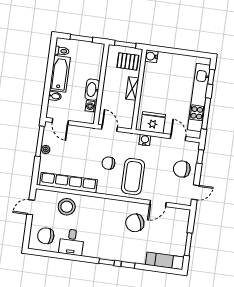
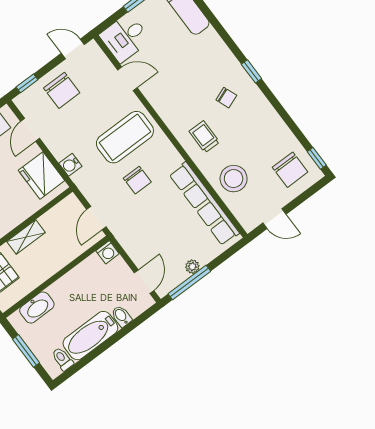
washbasin: (92, 90) -> (37, 307), moved
washing machine: (91, 106) -> (107, 252), moved
trolley: (98, 212) -> (204, 137), added
chair: (135, 223) -> (226, 98), moved, width x0.54, depth x0.54
desk: (72, 242) -> (125, 38), moved, turned 180
window: (128, 265) -> (317, 158), moved

